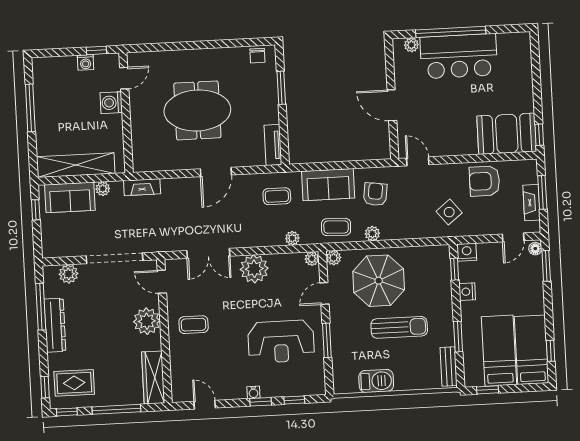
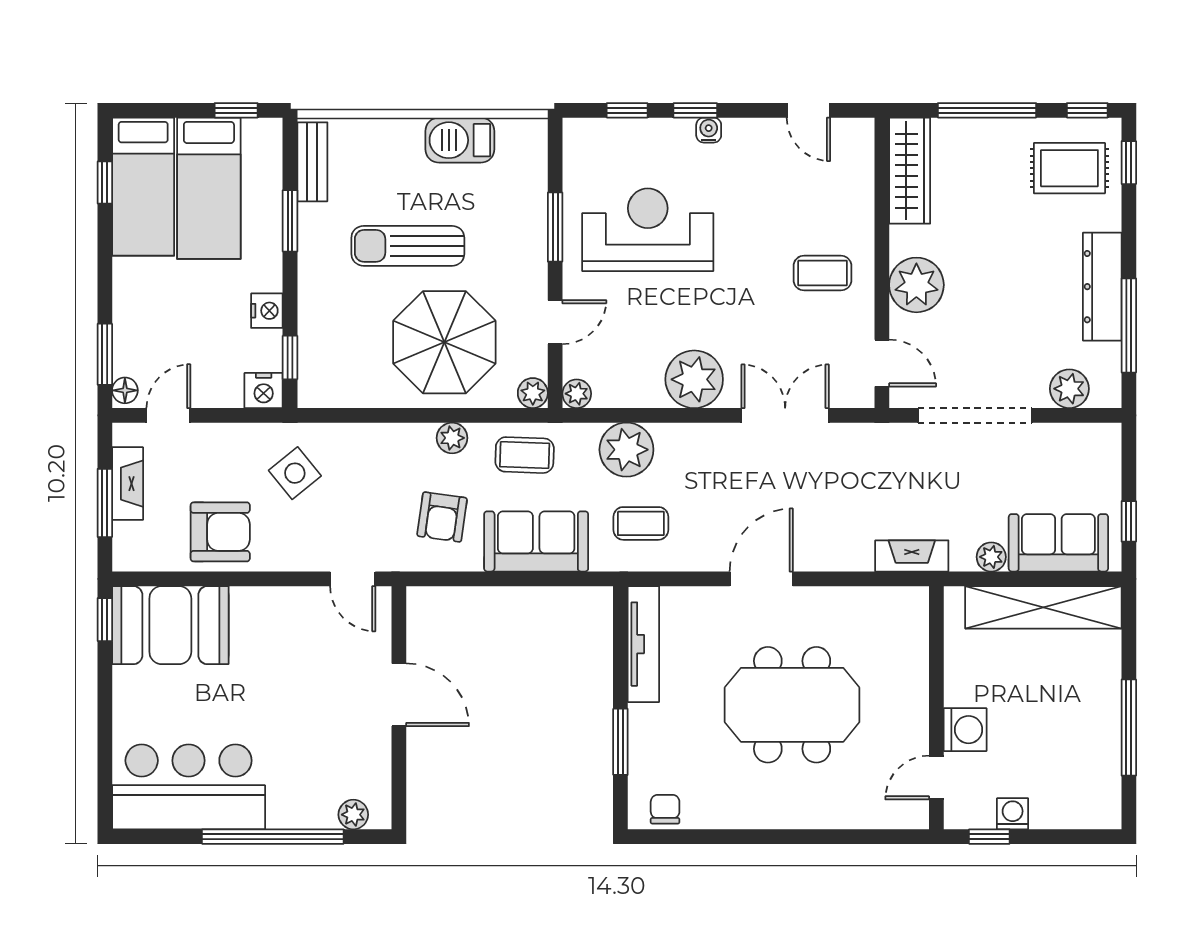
bar counter: (459, 56) -> (189, 787), moved
tv unit: (273, 145) -> (643, 644), width x1.41
plant: (292, 238) -> (626, 450), width x1.88, depth x1.88

